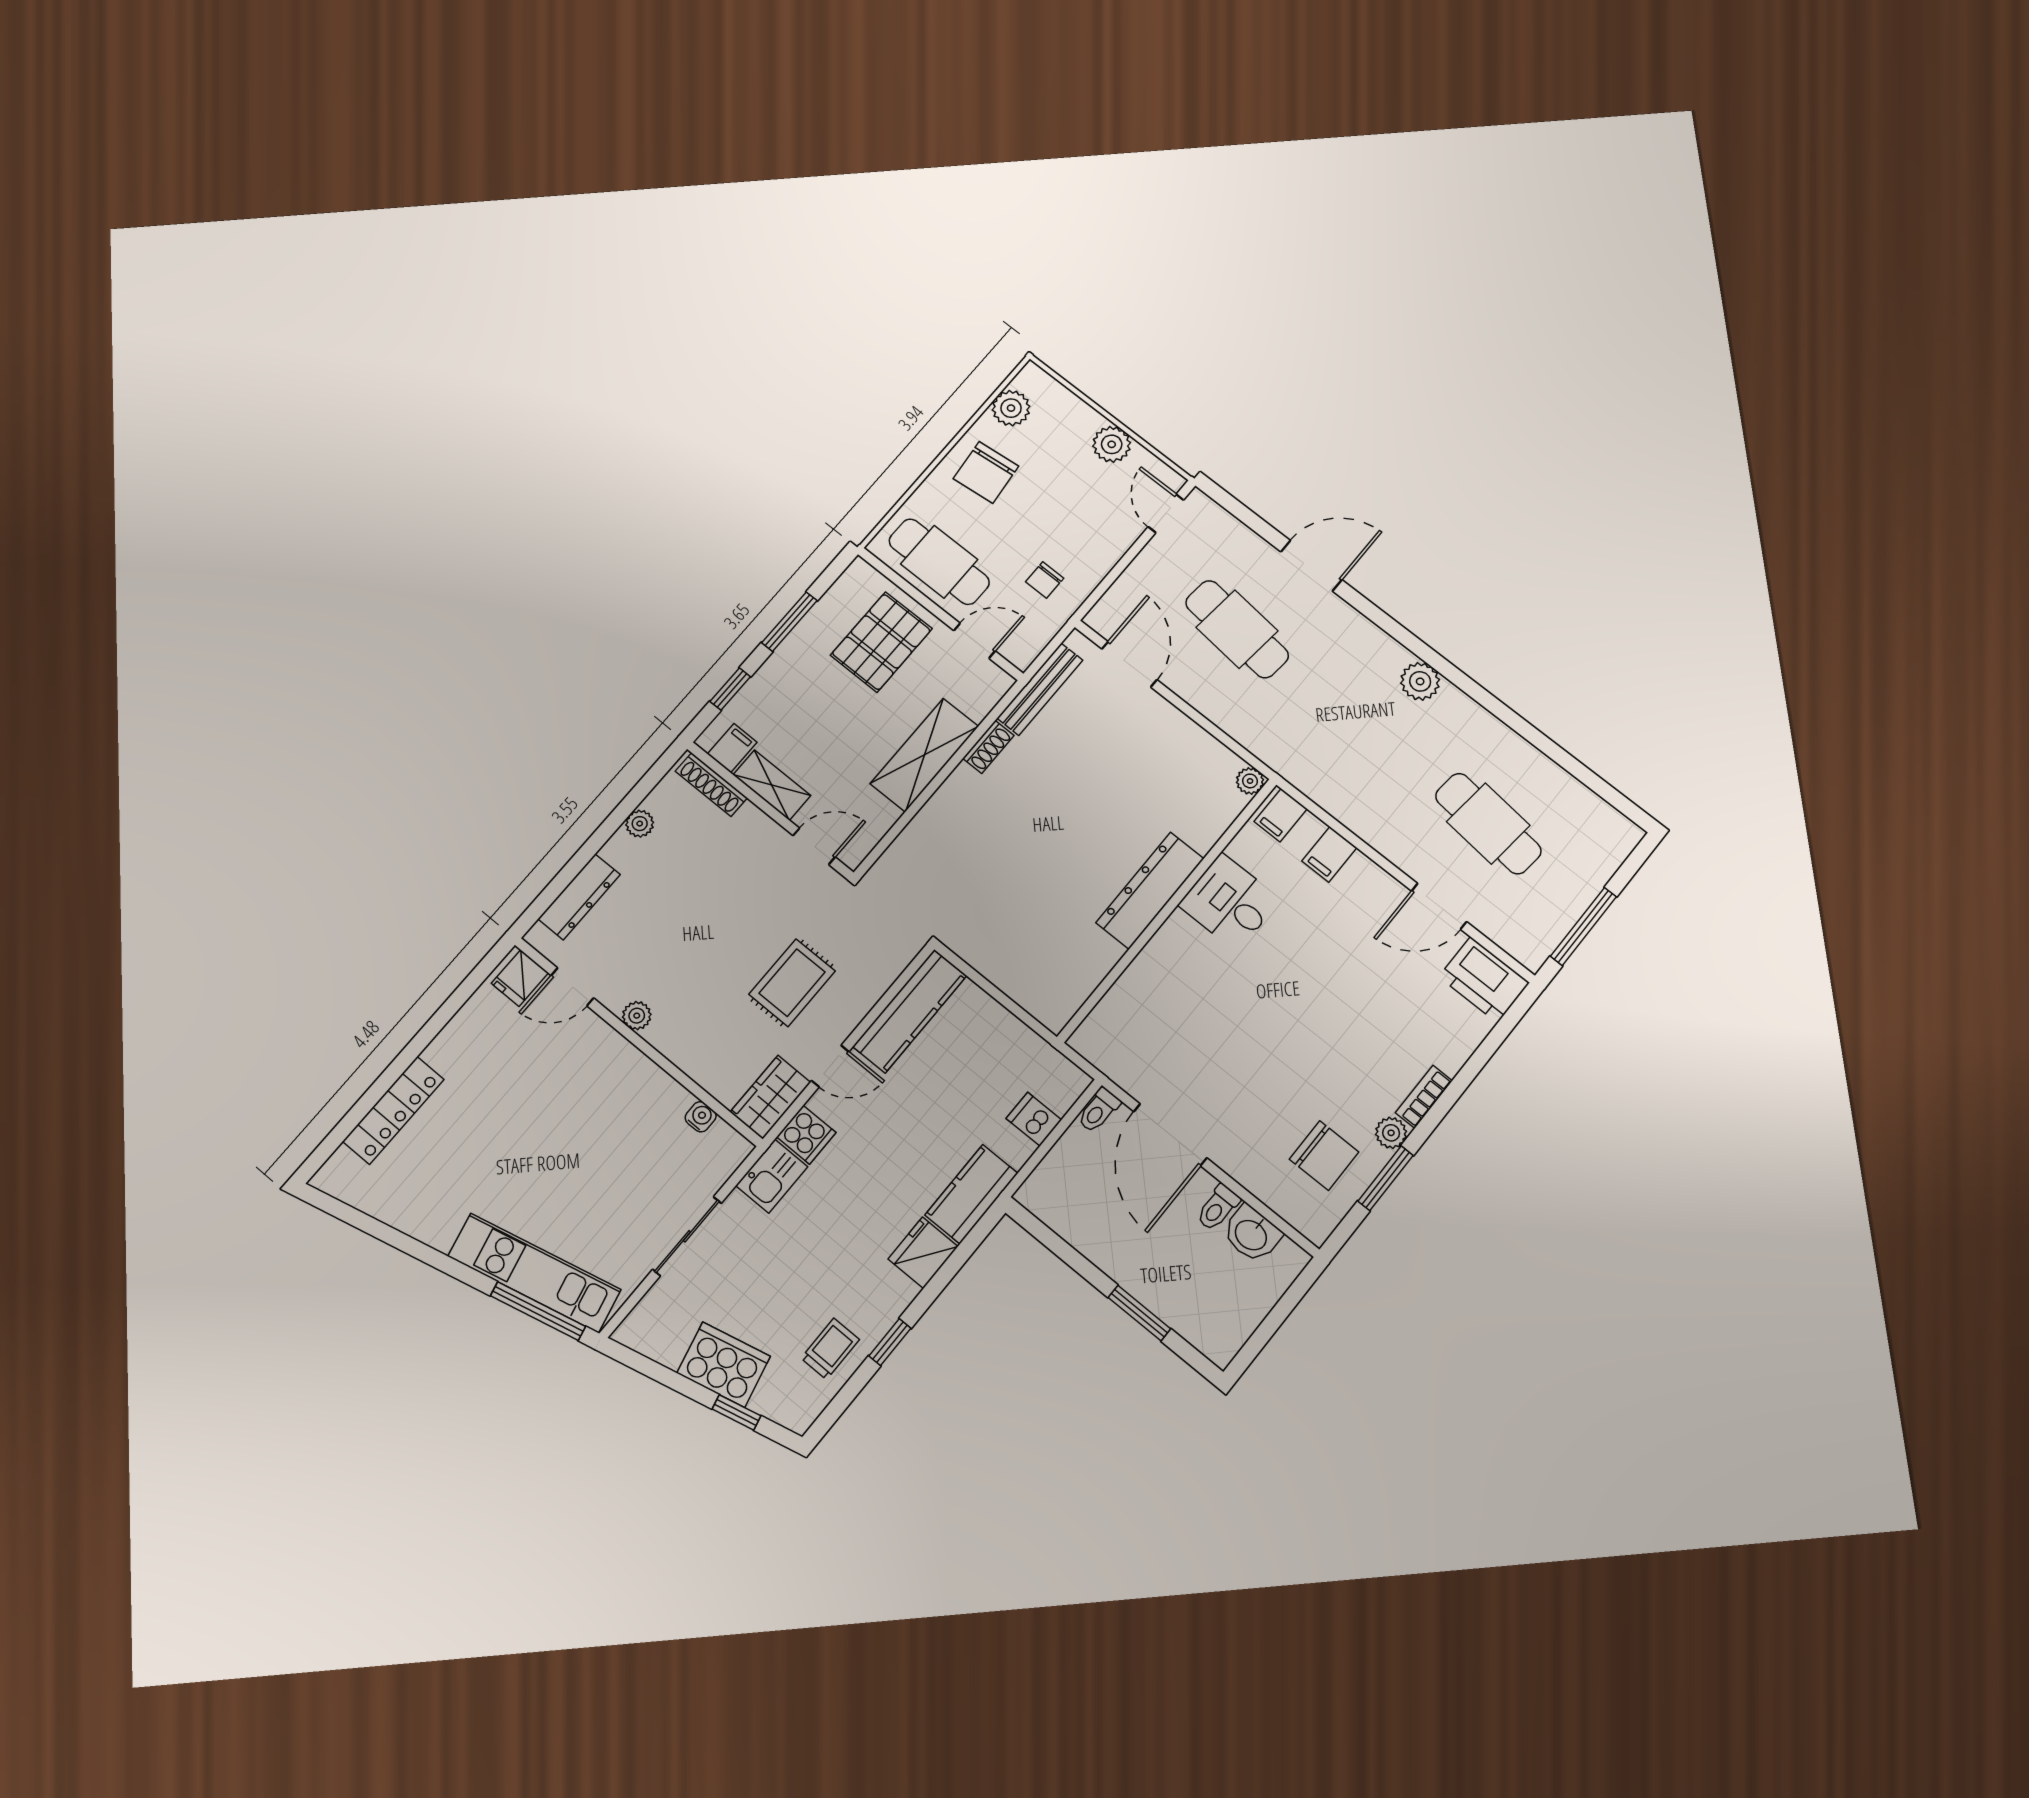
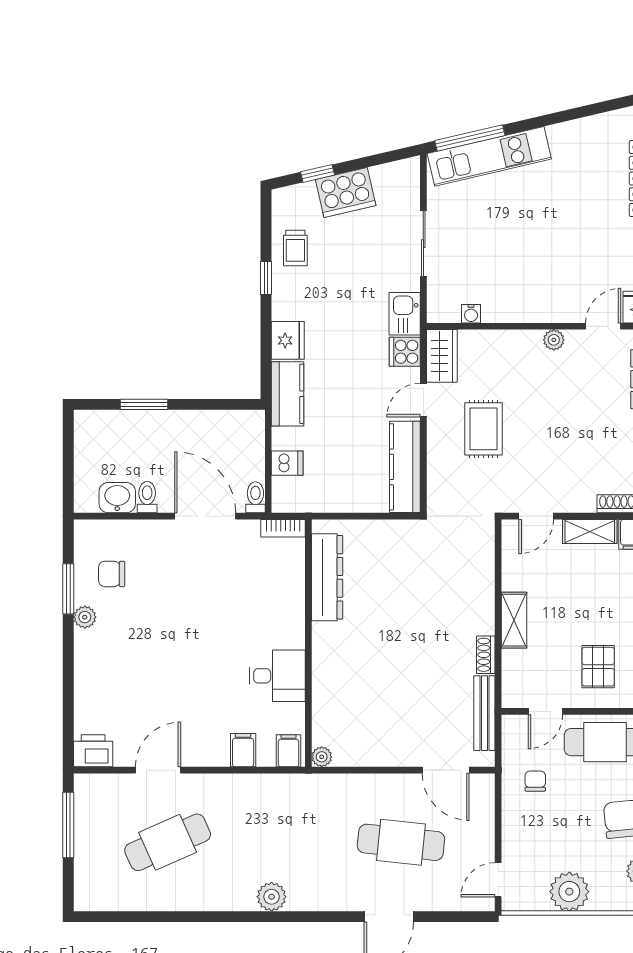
plant: (1112, 444) -> (569, 892), width x1.36, depth x1.36
door: (1166, 513) -> (498, 880), swing flipped
pallet: (881, 642) -> (598, 667), width x0.67, depth x0.71
shelving: (924, 755) -> (514, 620), width x0.67, depth x0.75
cafe table: (1488, 824) -> (168, 842), turned -30
dresser: (1150, 891) -> (327, 577), moved
printer: (1484, 980) -> (93, 751), width x0.73, depth x0.84
bookcase: (1424, 1097) -> (283, 528), moved, turned 90
chair: (1324, 1156) -> (112, 574), width x0.73, depth x0.73

